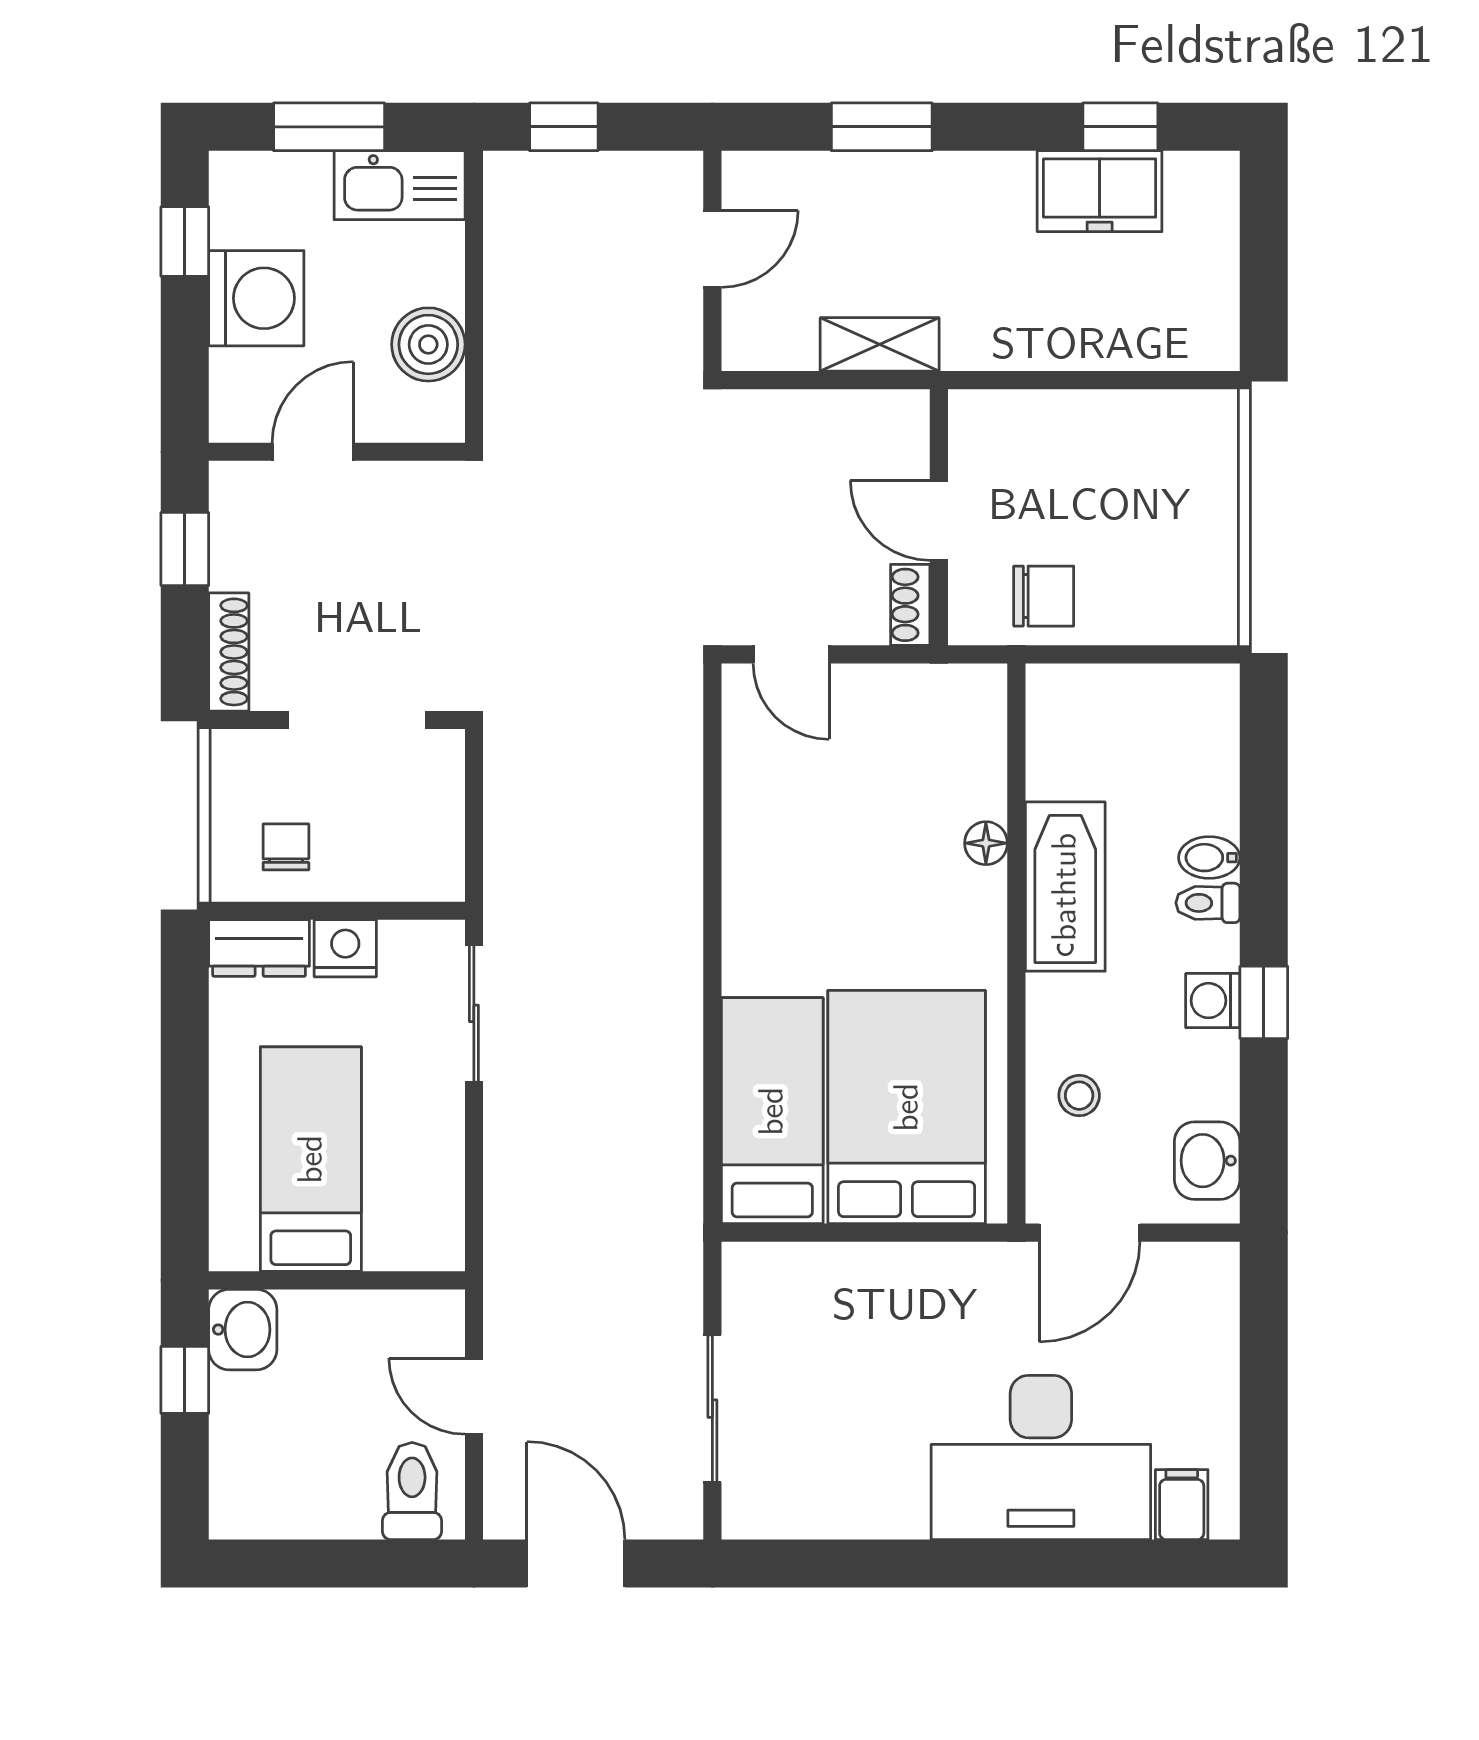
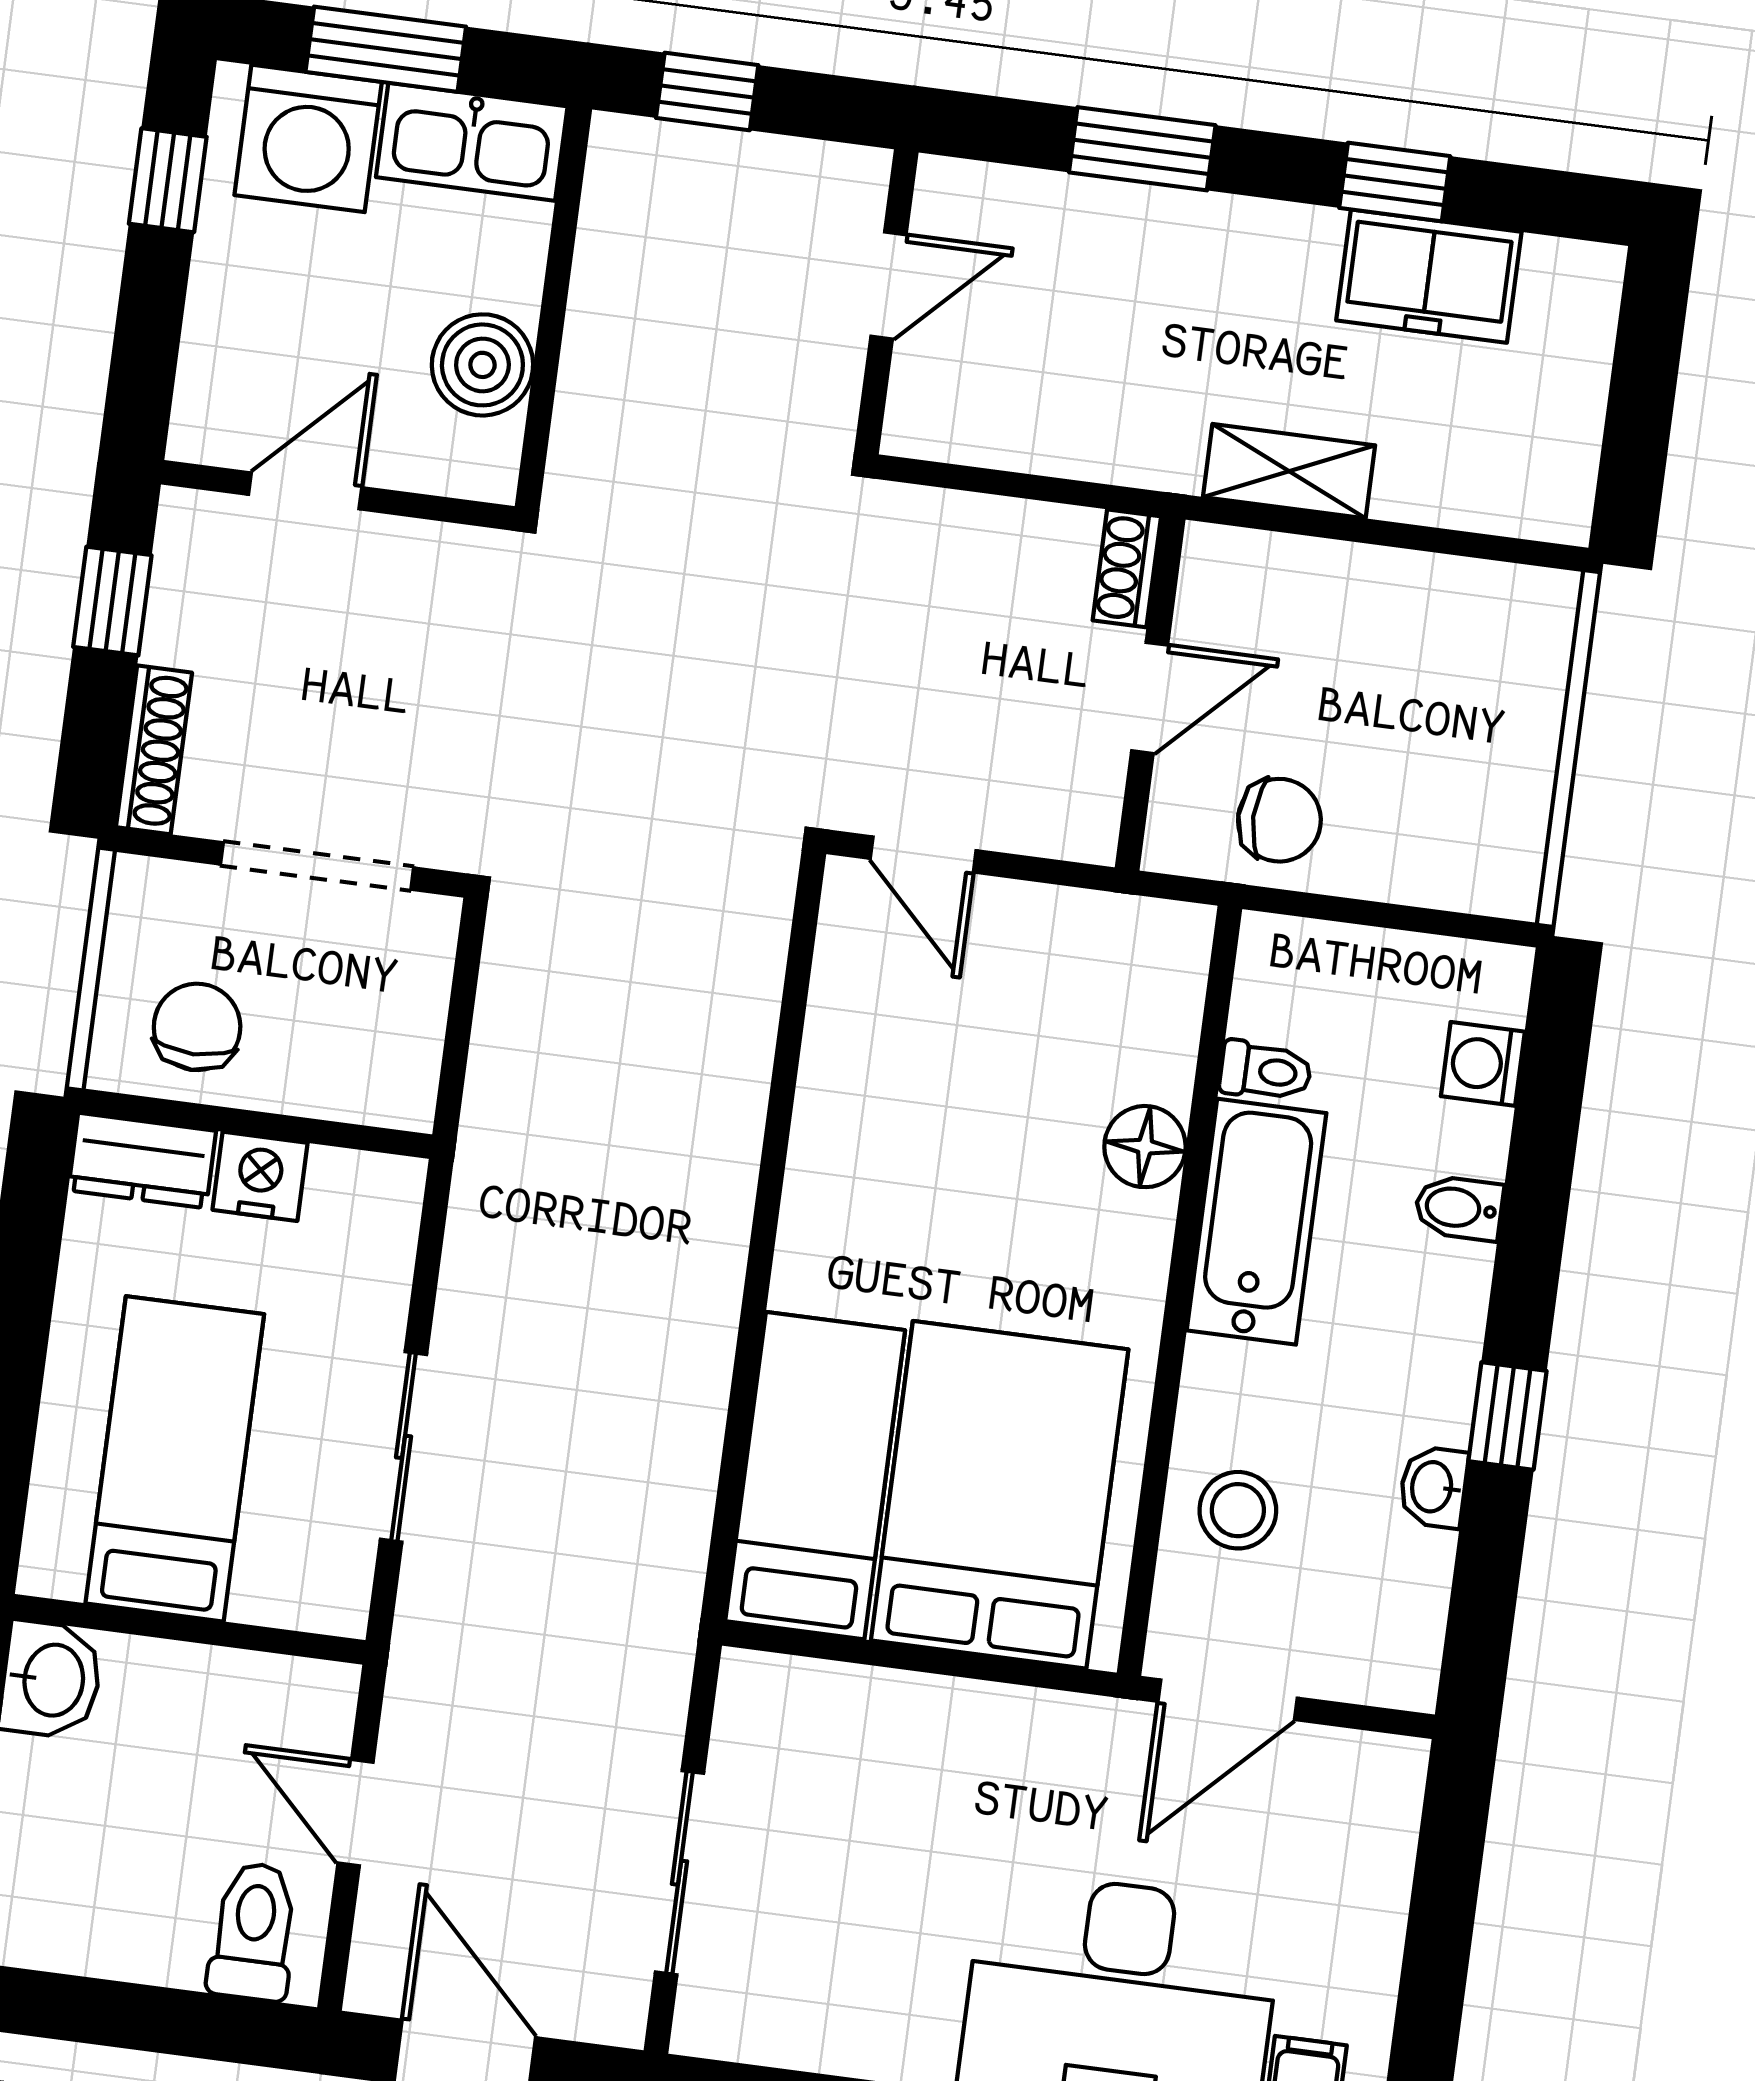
window: (1120, 127) -> (1395, 182), moved
washing machine: (256, 298) -> (308, 138), moved, turned 90
shelving: (880, 344) -> (1289, 471), moved
door: (939, 521) -> (1150, 698), swing flipped
shoe rack: (910, 605) -> (1127, 568), moved
floor lamp: (986, 843) -> (1145, 1147), width x1.37, depth x1.37
chair: (286, 847) -> (197, 1027), width x1.37, depth x1.37
toilet: (1208, 903) -> (1266, 1071), moved, turned 180
washing machine: (1213, 1001) -> (1483, 1064), moved
sliding door: (474, 1013) -> (404, 1447), moved
stool: (1079, 1096) -> (1238, 1510), width x1.37, depth x1.37
washbasin: (1207, 1161) -> (1433, 1487), moved, width x0.72, depth x0.69

